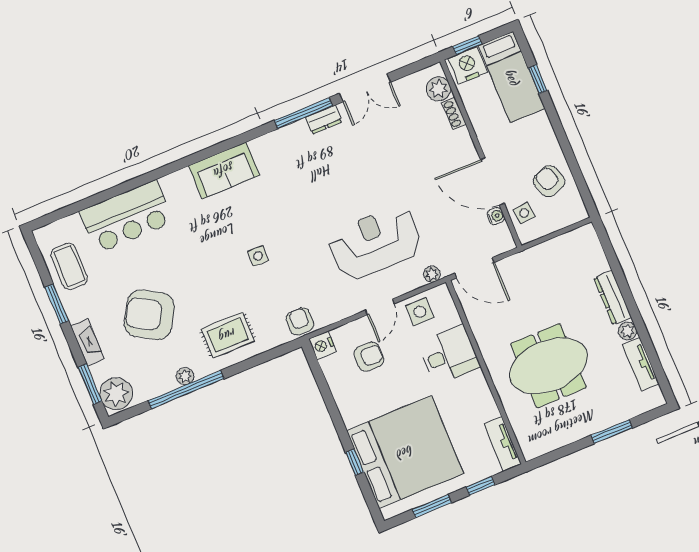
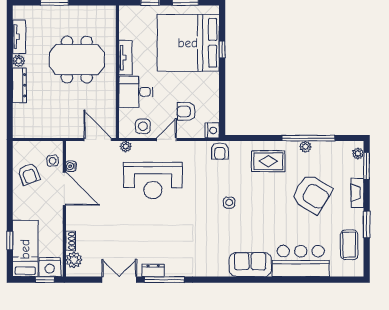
sofa: (224, 170) -> (250, 265), moved
plant: (116, 394) -> (358, 153), width x0.53, depth x0.53
tv unit: (503, 444) -> (125, 58), moved

